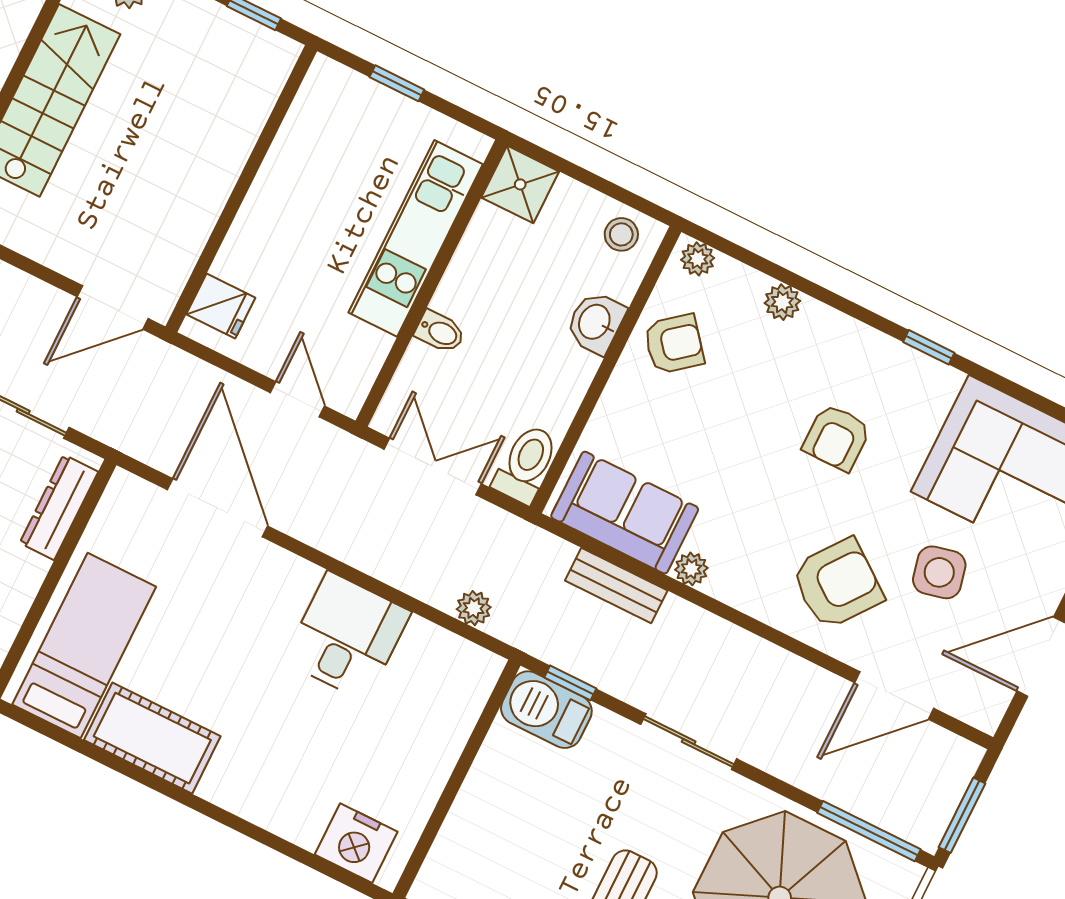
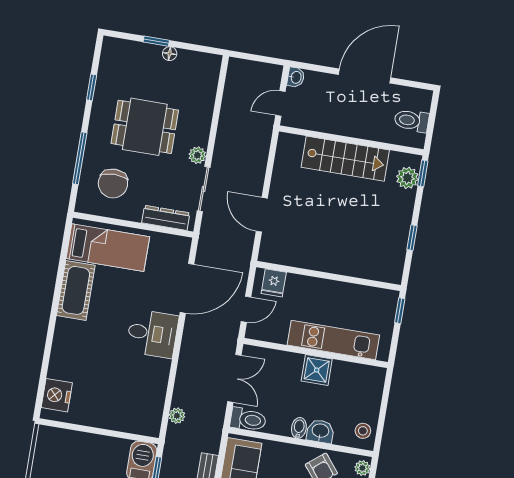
shower: (520, 184) -> (317, 370), moved
wall: (241, 189) -> (329, 276), moved
fridge: (221, 306) -> (274, 283), moved
bidet: (440, 332) -> (299, 428), moved, turned 180
desk: (347, 636) -> (152, 334), moved

